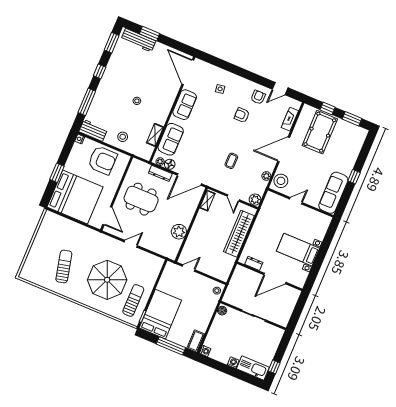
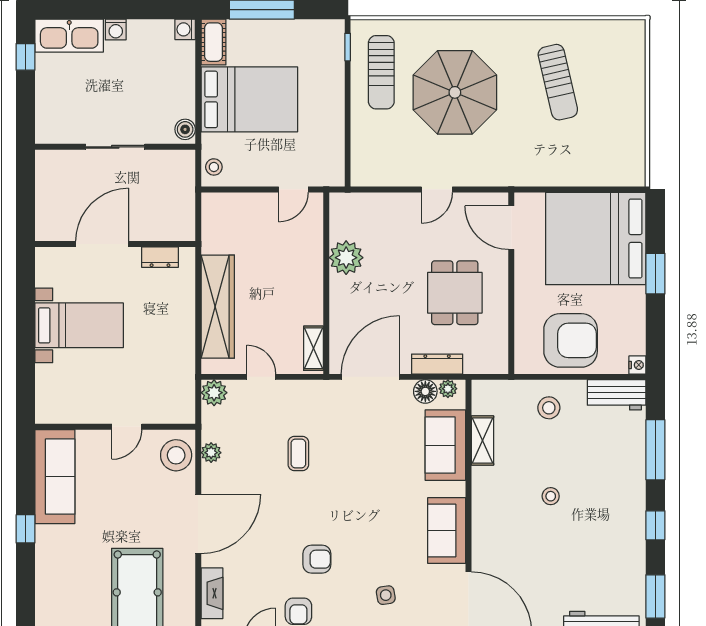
armchair: (102, 160) -> (571, 340), turned 180
dining table: (141, 199) -> (455, 293), width x0.73
bed: (160, 314) -> (249, 99), moved, turned -90

